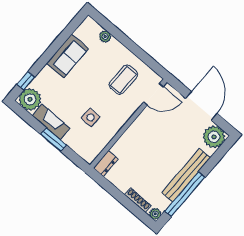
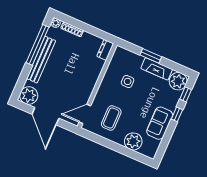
plant: (105, 37) -> (133, 141), width x1.88, depth x1.88
window: (44, 60) -> (177, 114), added

